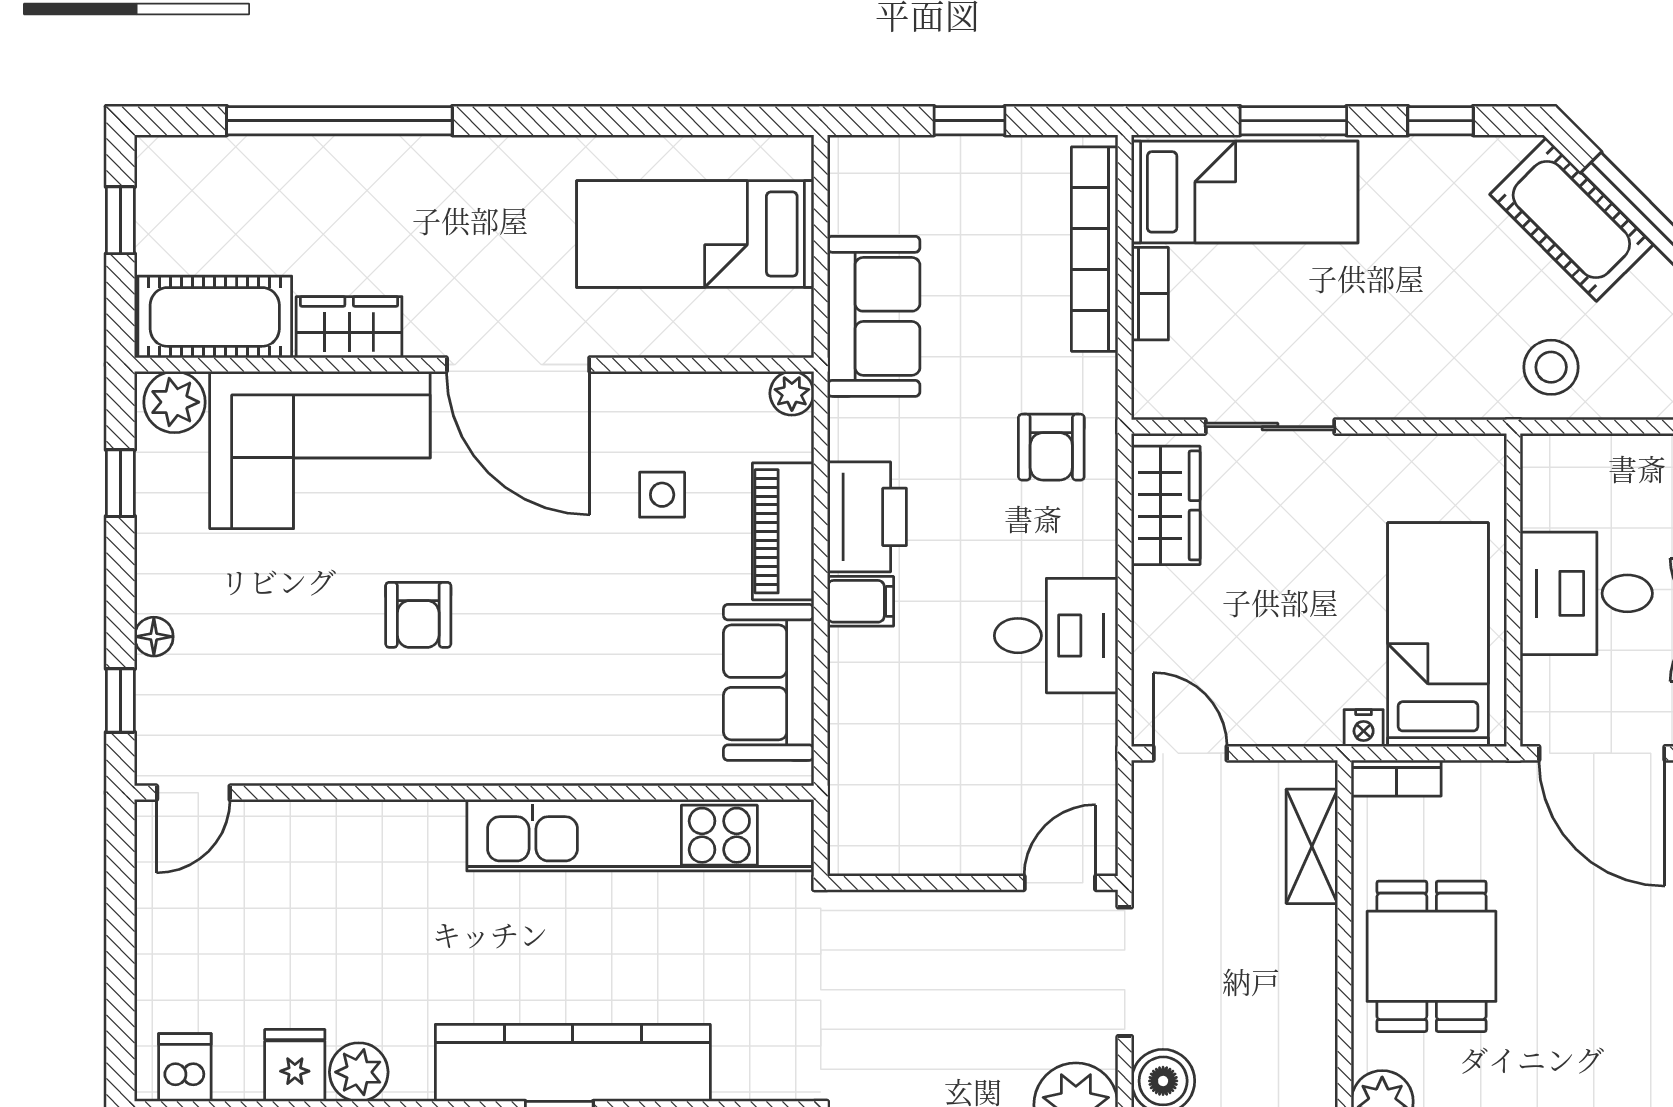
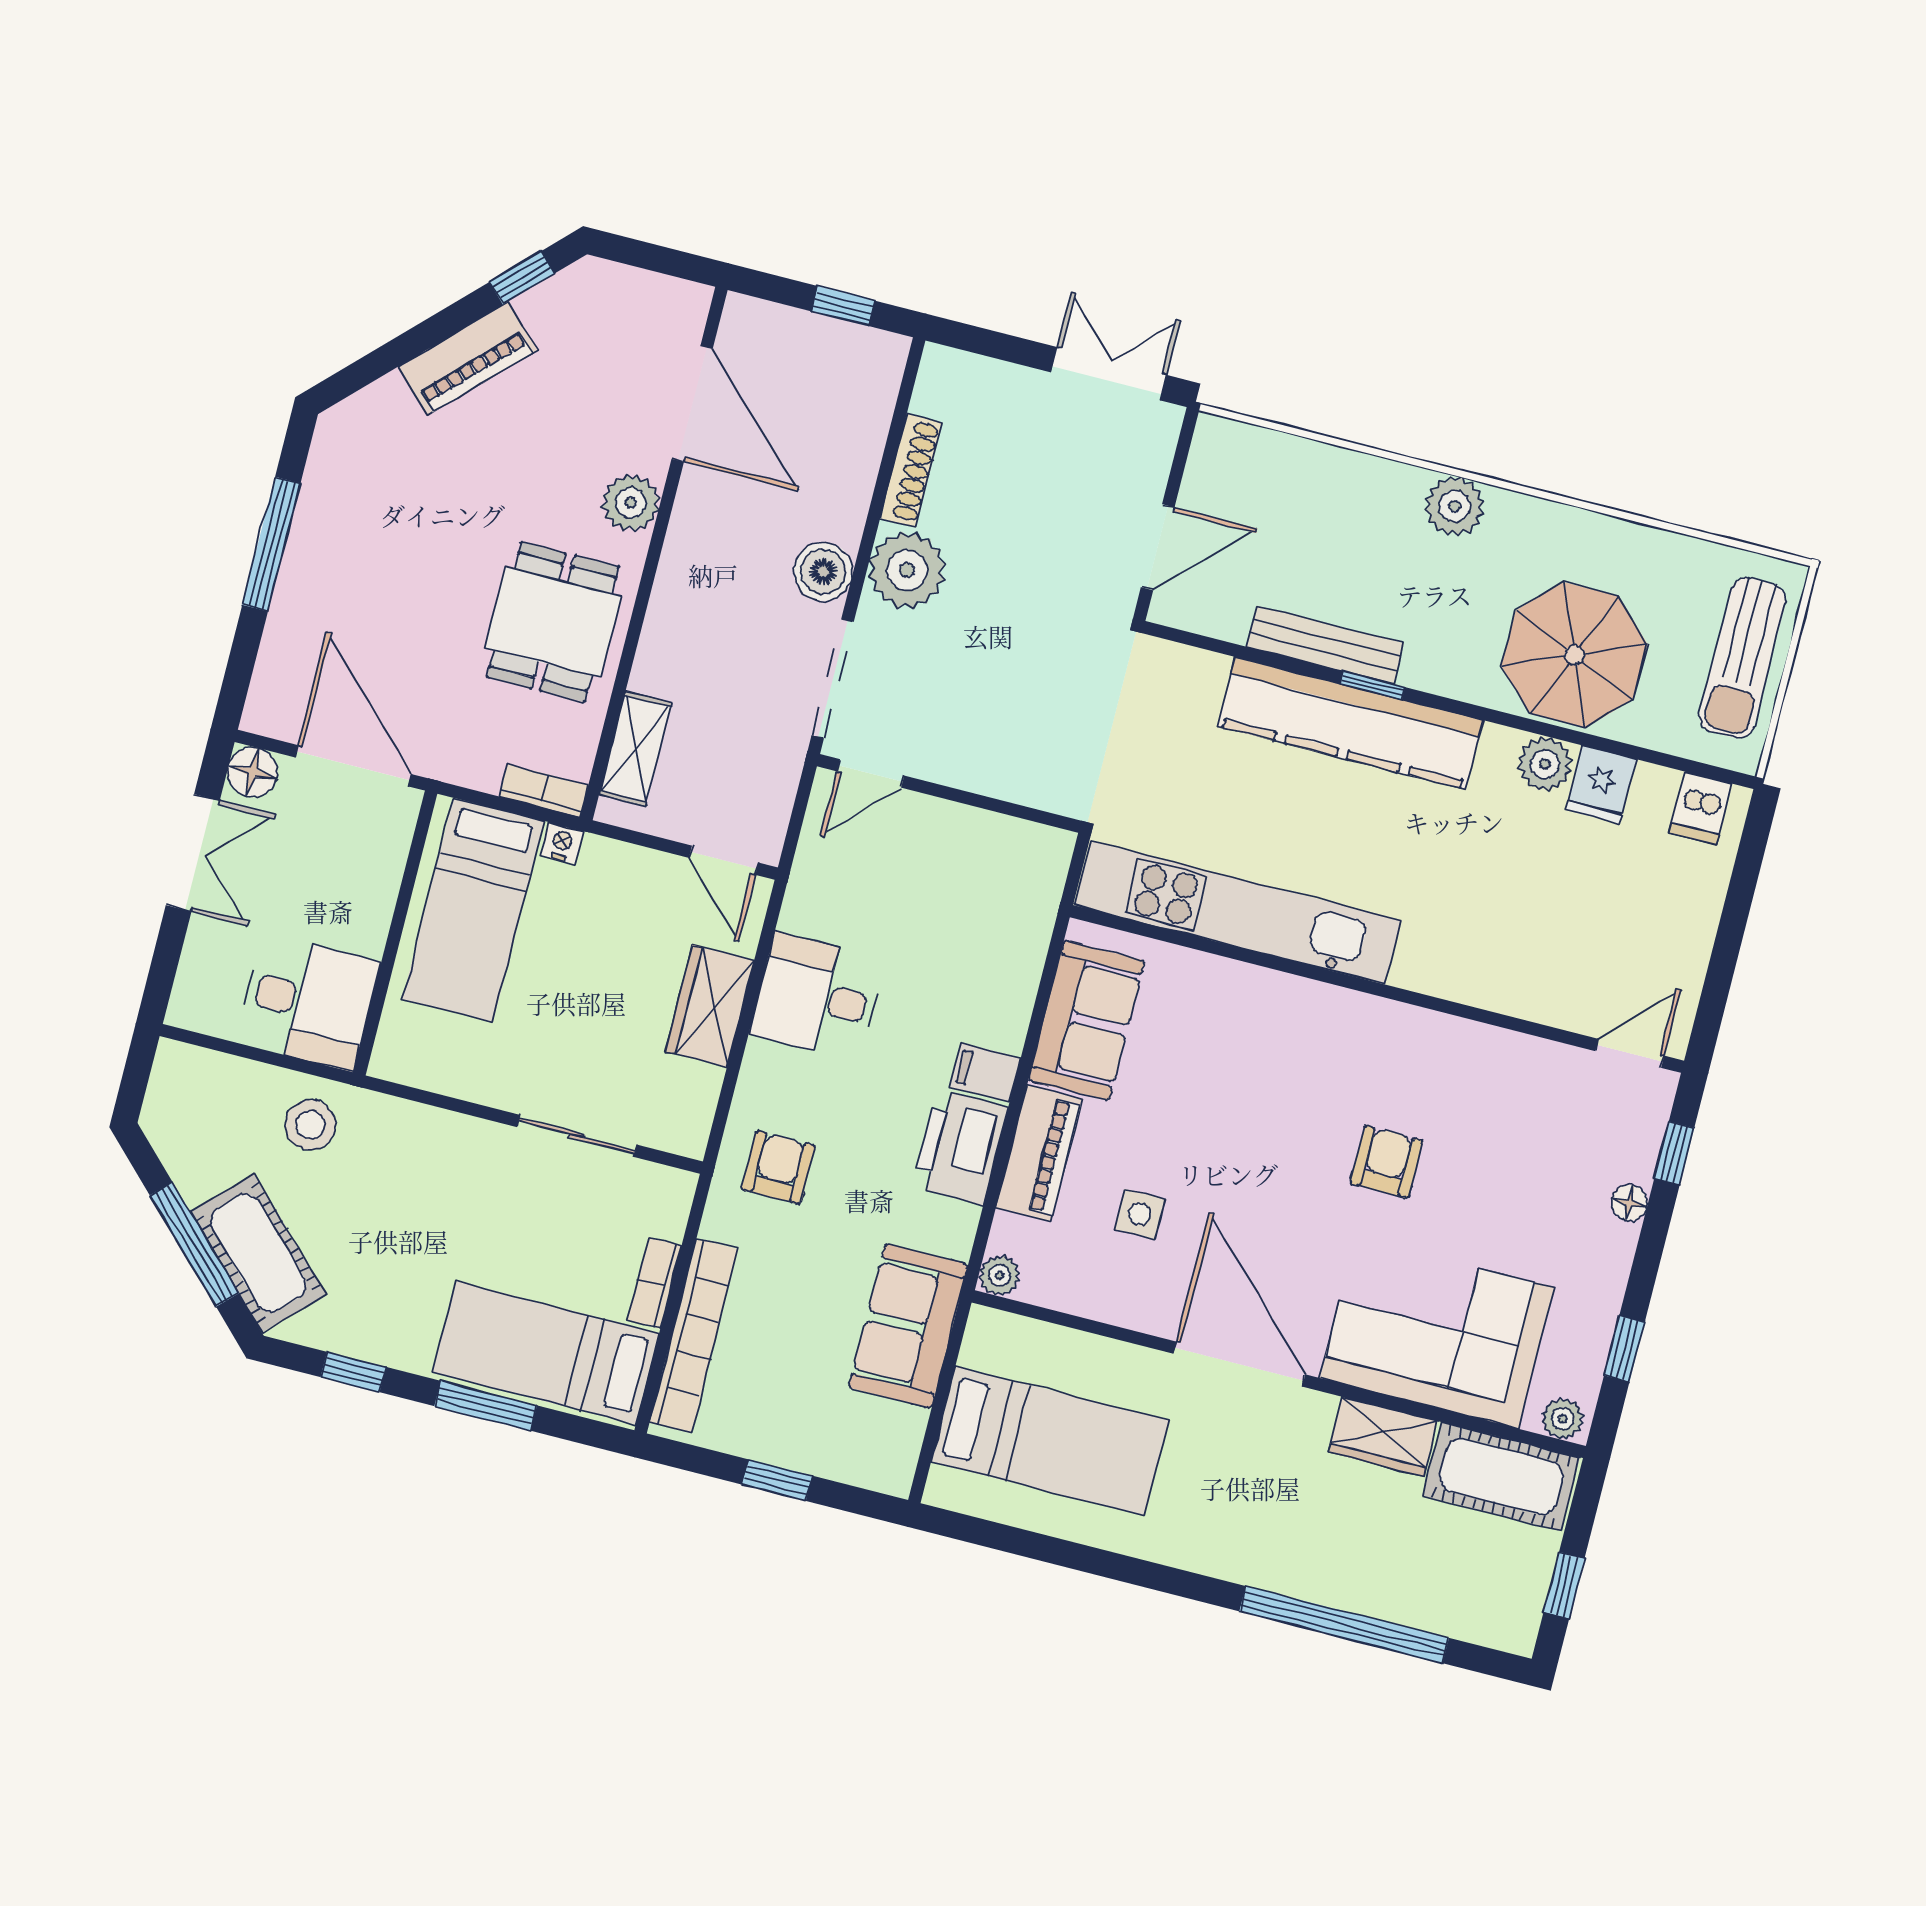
plant: (175, 402) -> (1563, 1419), width x0.73, depth x0.73
wardrobe: (1166, 505) -> (710, 1006), moved
desk: (1586, 593) -> (308, 1002), moved

